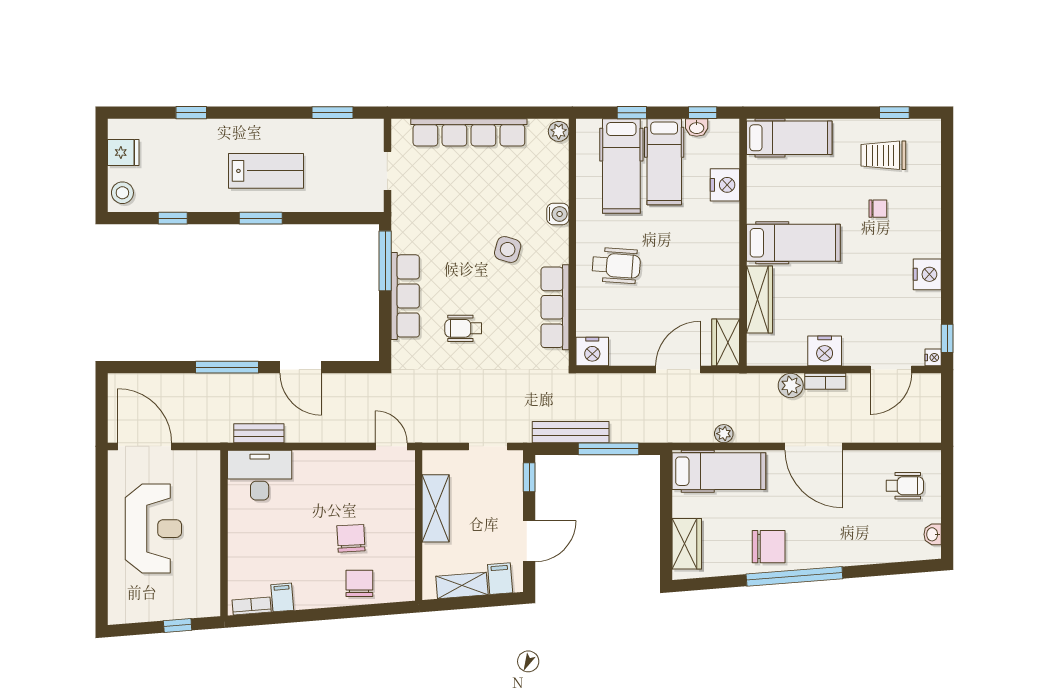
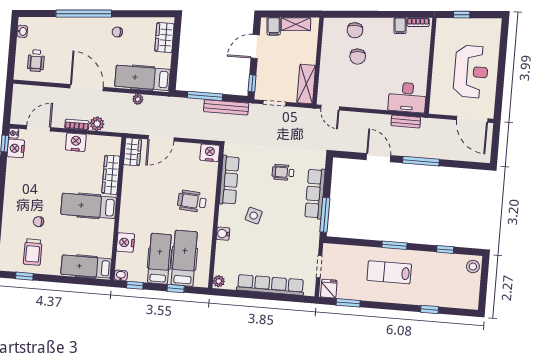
washbasin: (697, 127) -> (121, 275), moved
fridge: (123, 153) -> (329, 289), moved, turned 90
trolley: (883, 155) -> (33, 252), turned 90
nightstand: (927, 274) -> (16, 148), moved
wheelchair: (463, 328) -> (283, 172), turned 180
wheelchair: (905, 486) -> (36, 61), turned -90
shelving: (436, 508) -> (306, 84), moved
reception desk: (153, 529) -> (471, 72), turned 180
chair: (769, 547) -> (117, 32), width x0.54, depth x0.54
window: (794, 576) -> (84, 14), moved

